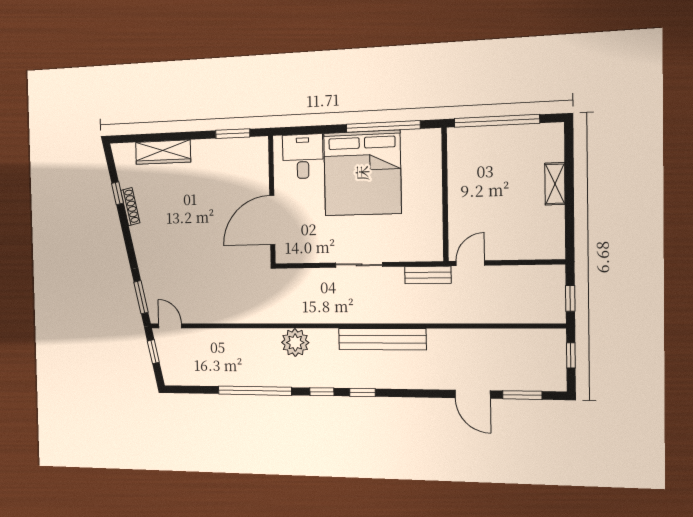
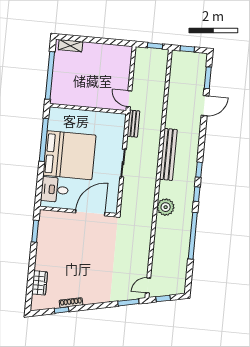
wardrobe: (163, 152) -> (40, 283), width x0.67
shelving: (555, 184) -> (70, 46), moved
door: (272, 220) -> (90, 213), swing flipped

